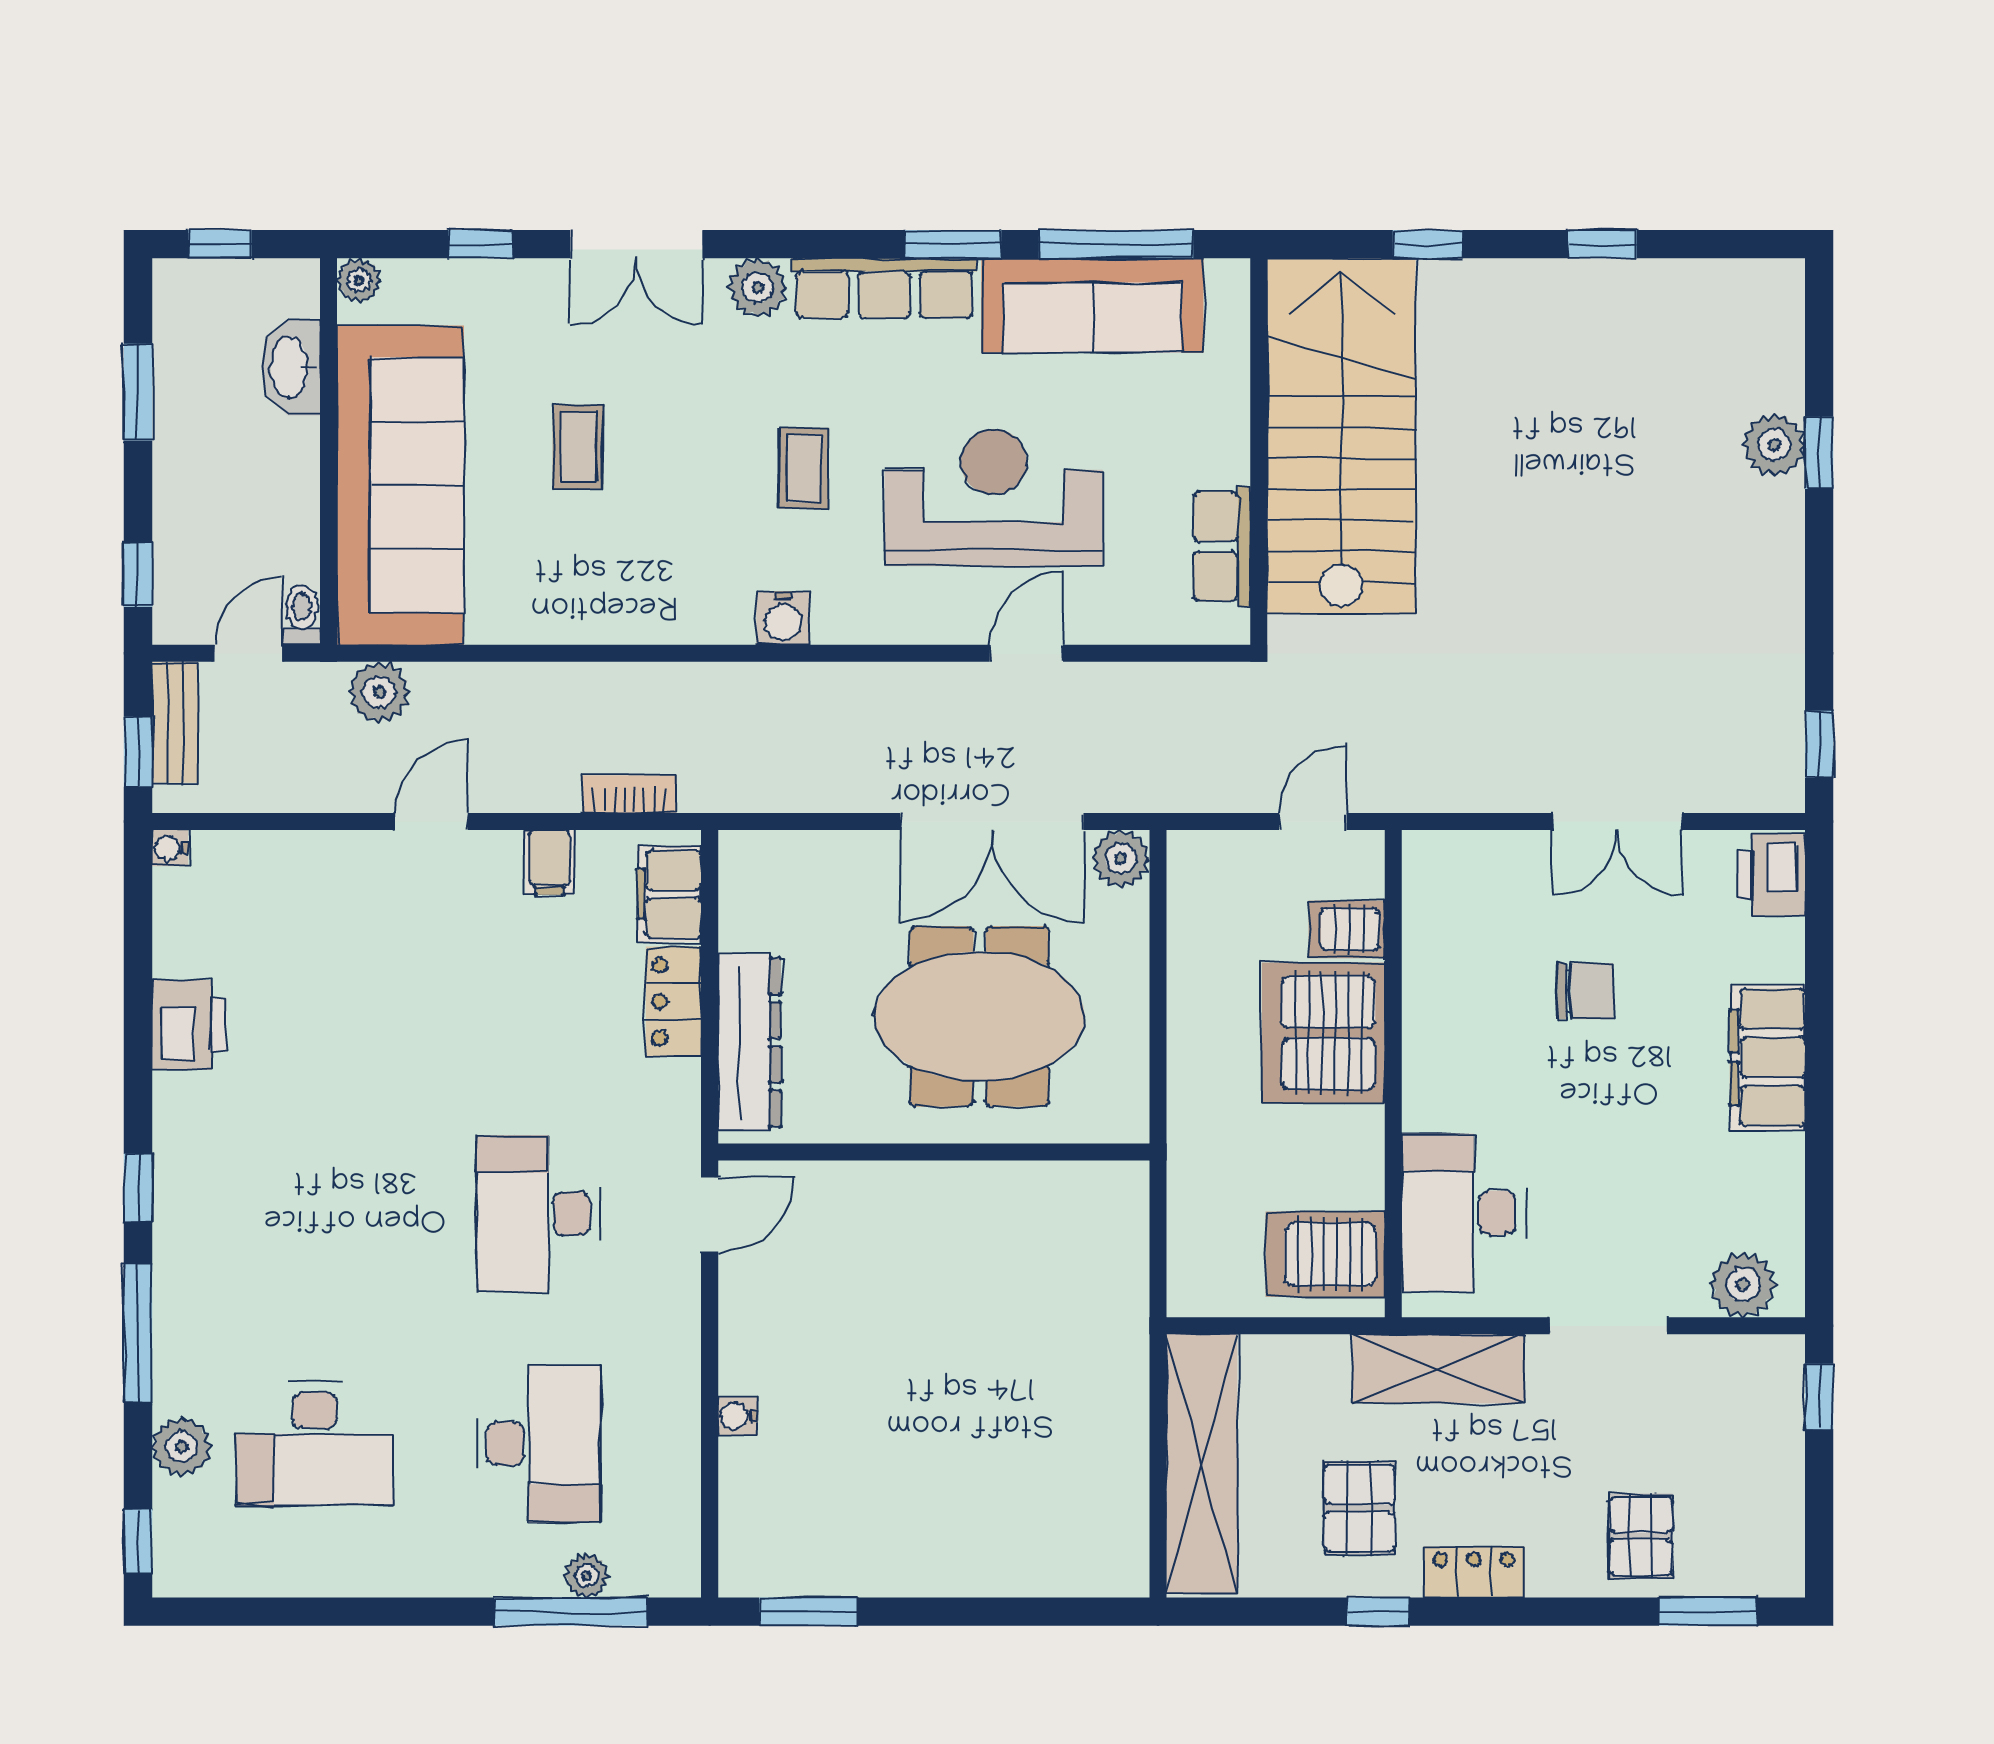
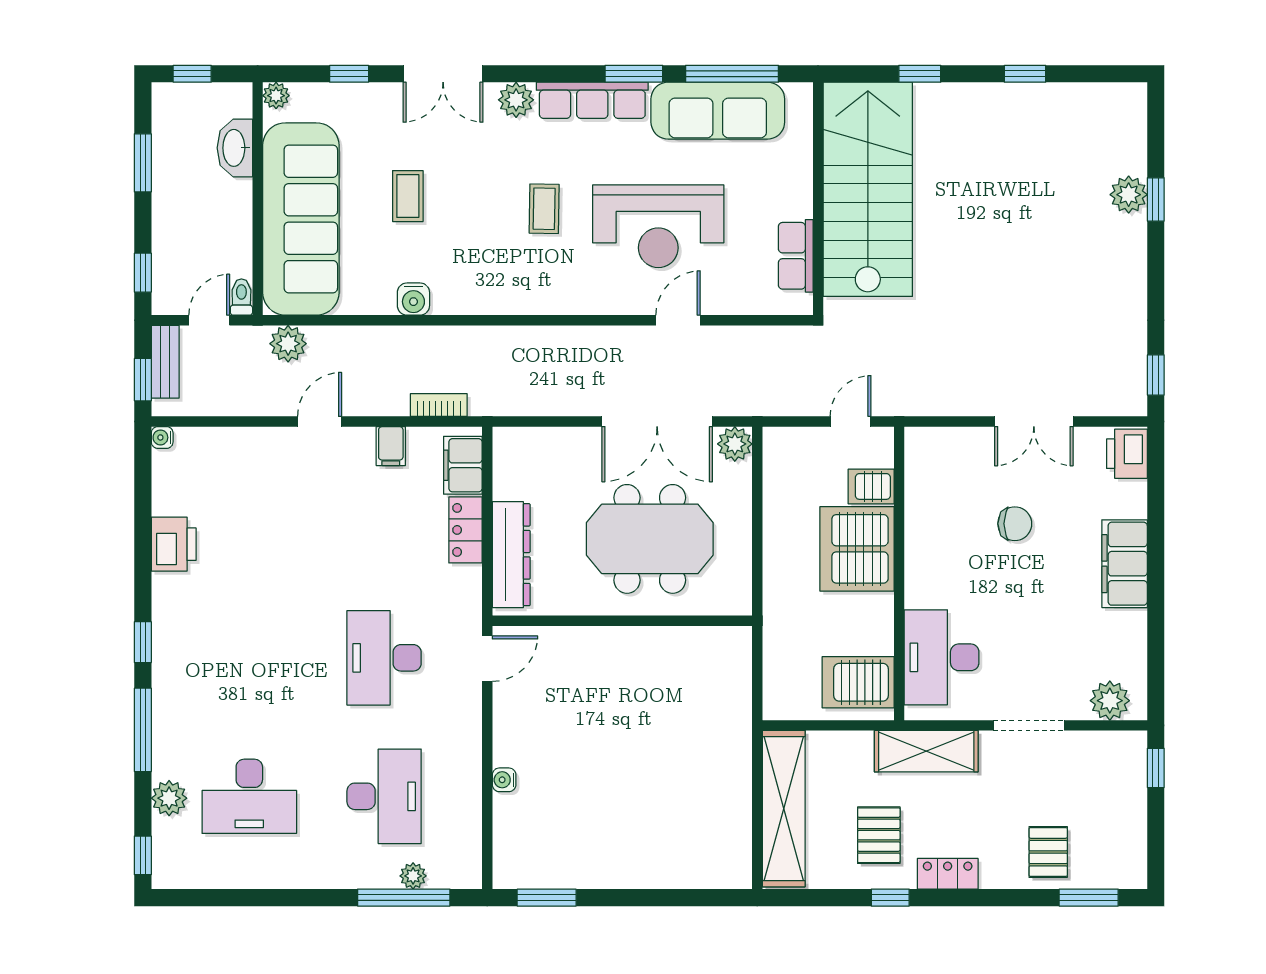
reception desk: (994, 497) -> (658, 226), turned 180
water cooler: (783, 618) -> (413, 299), moved

